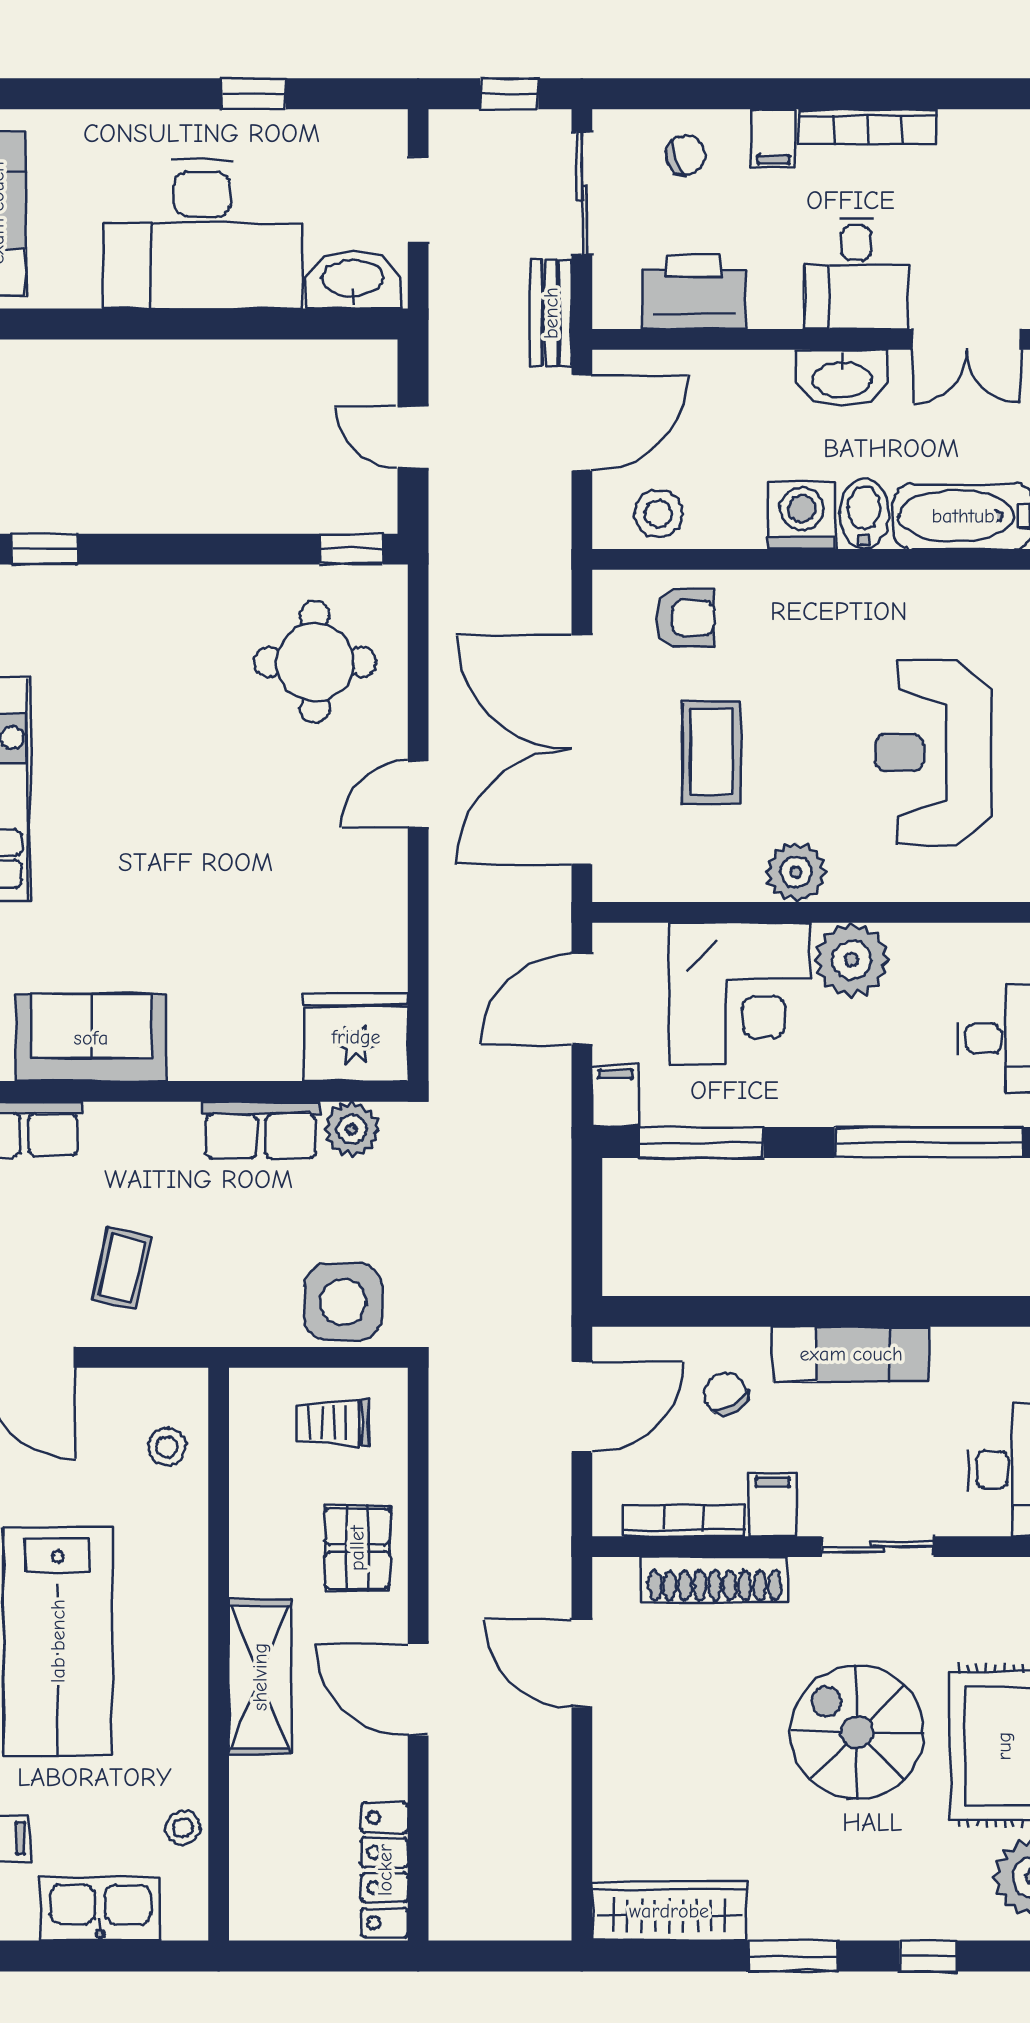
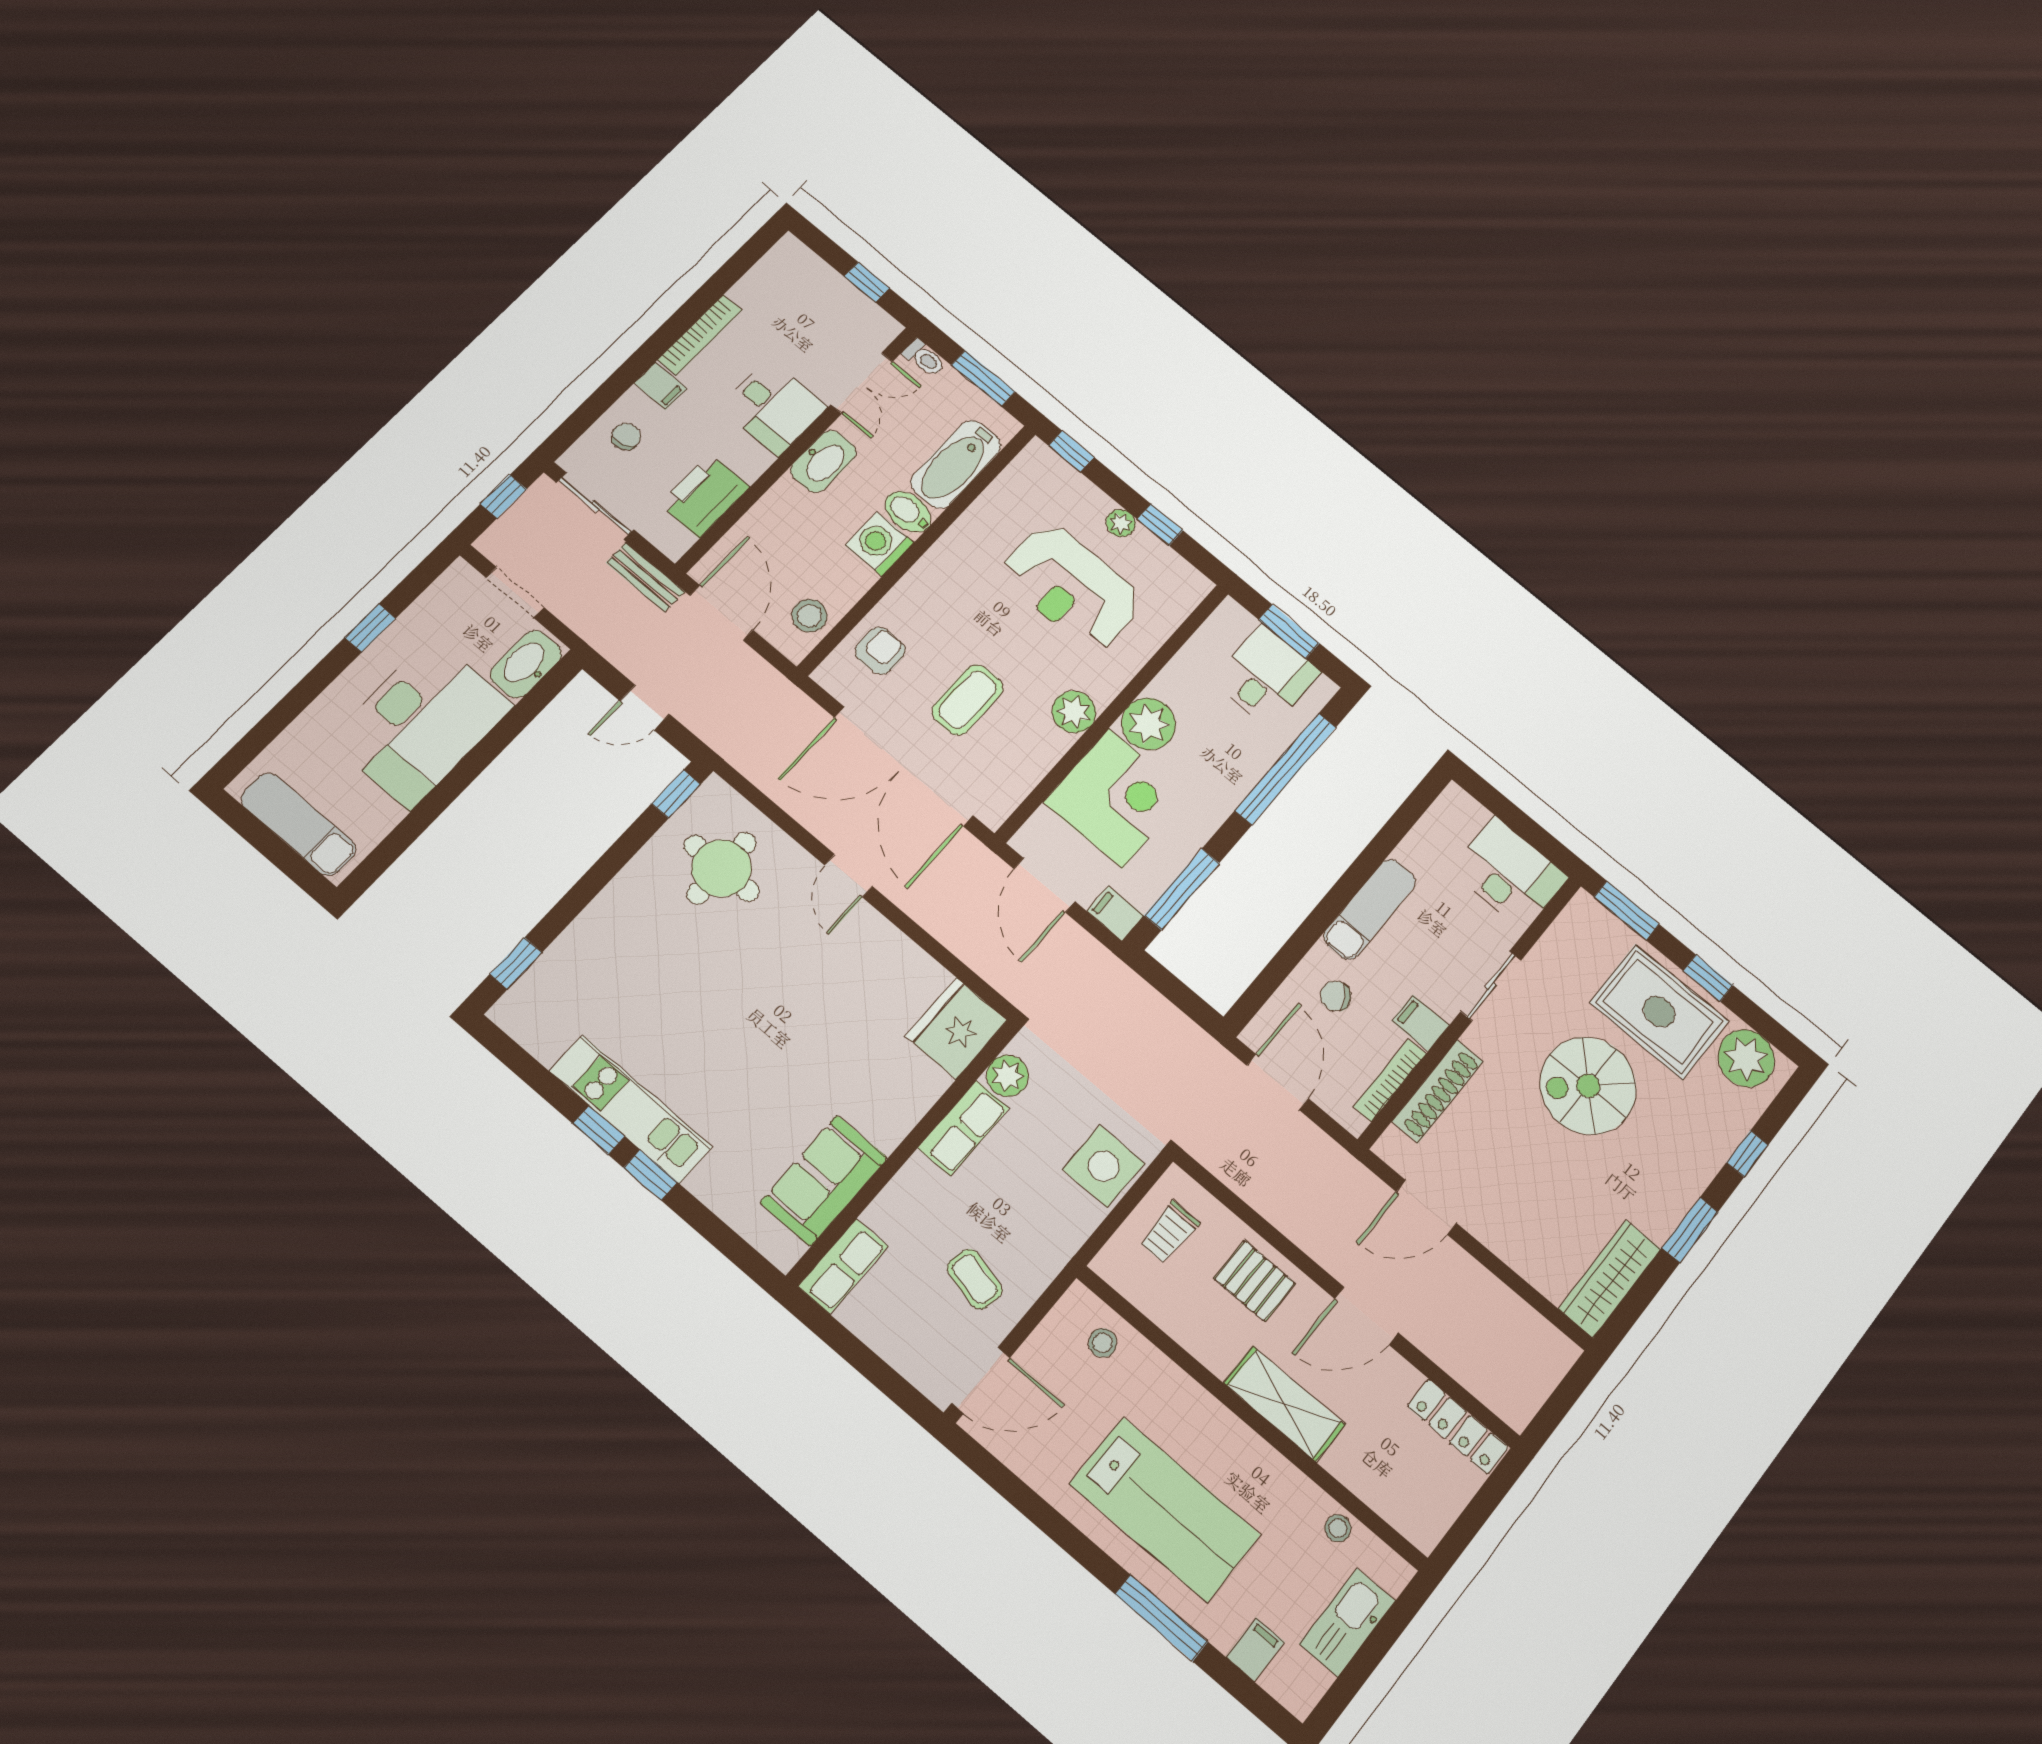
coffee table: (711, 752) -> (967, 700), turned 90

